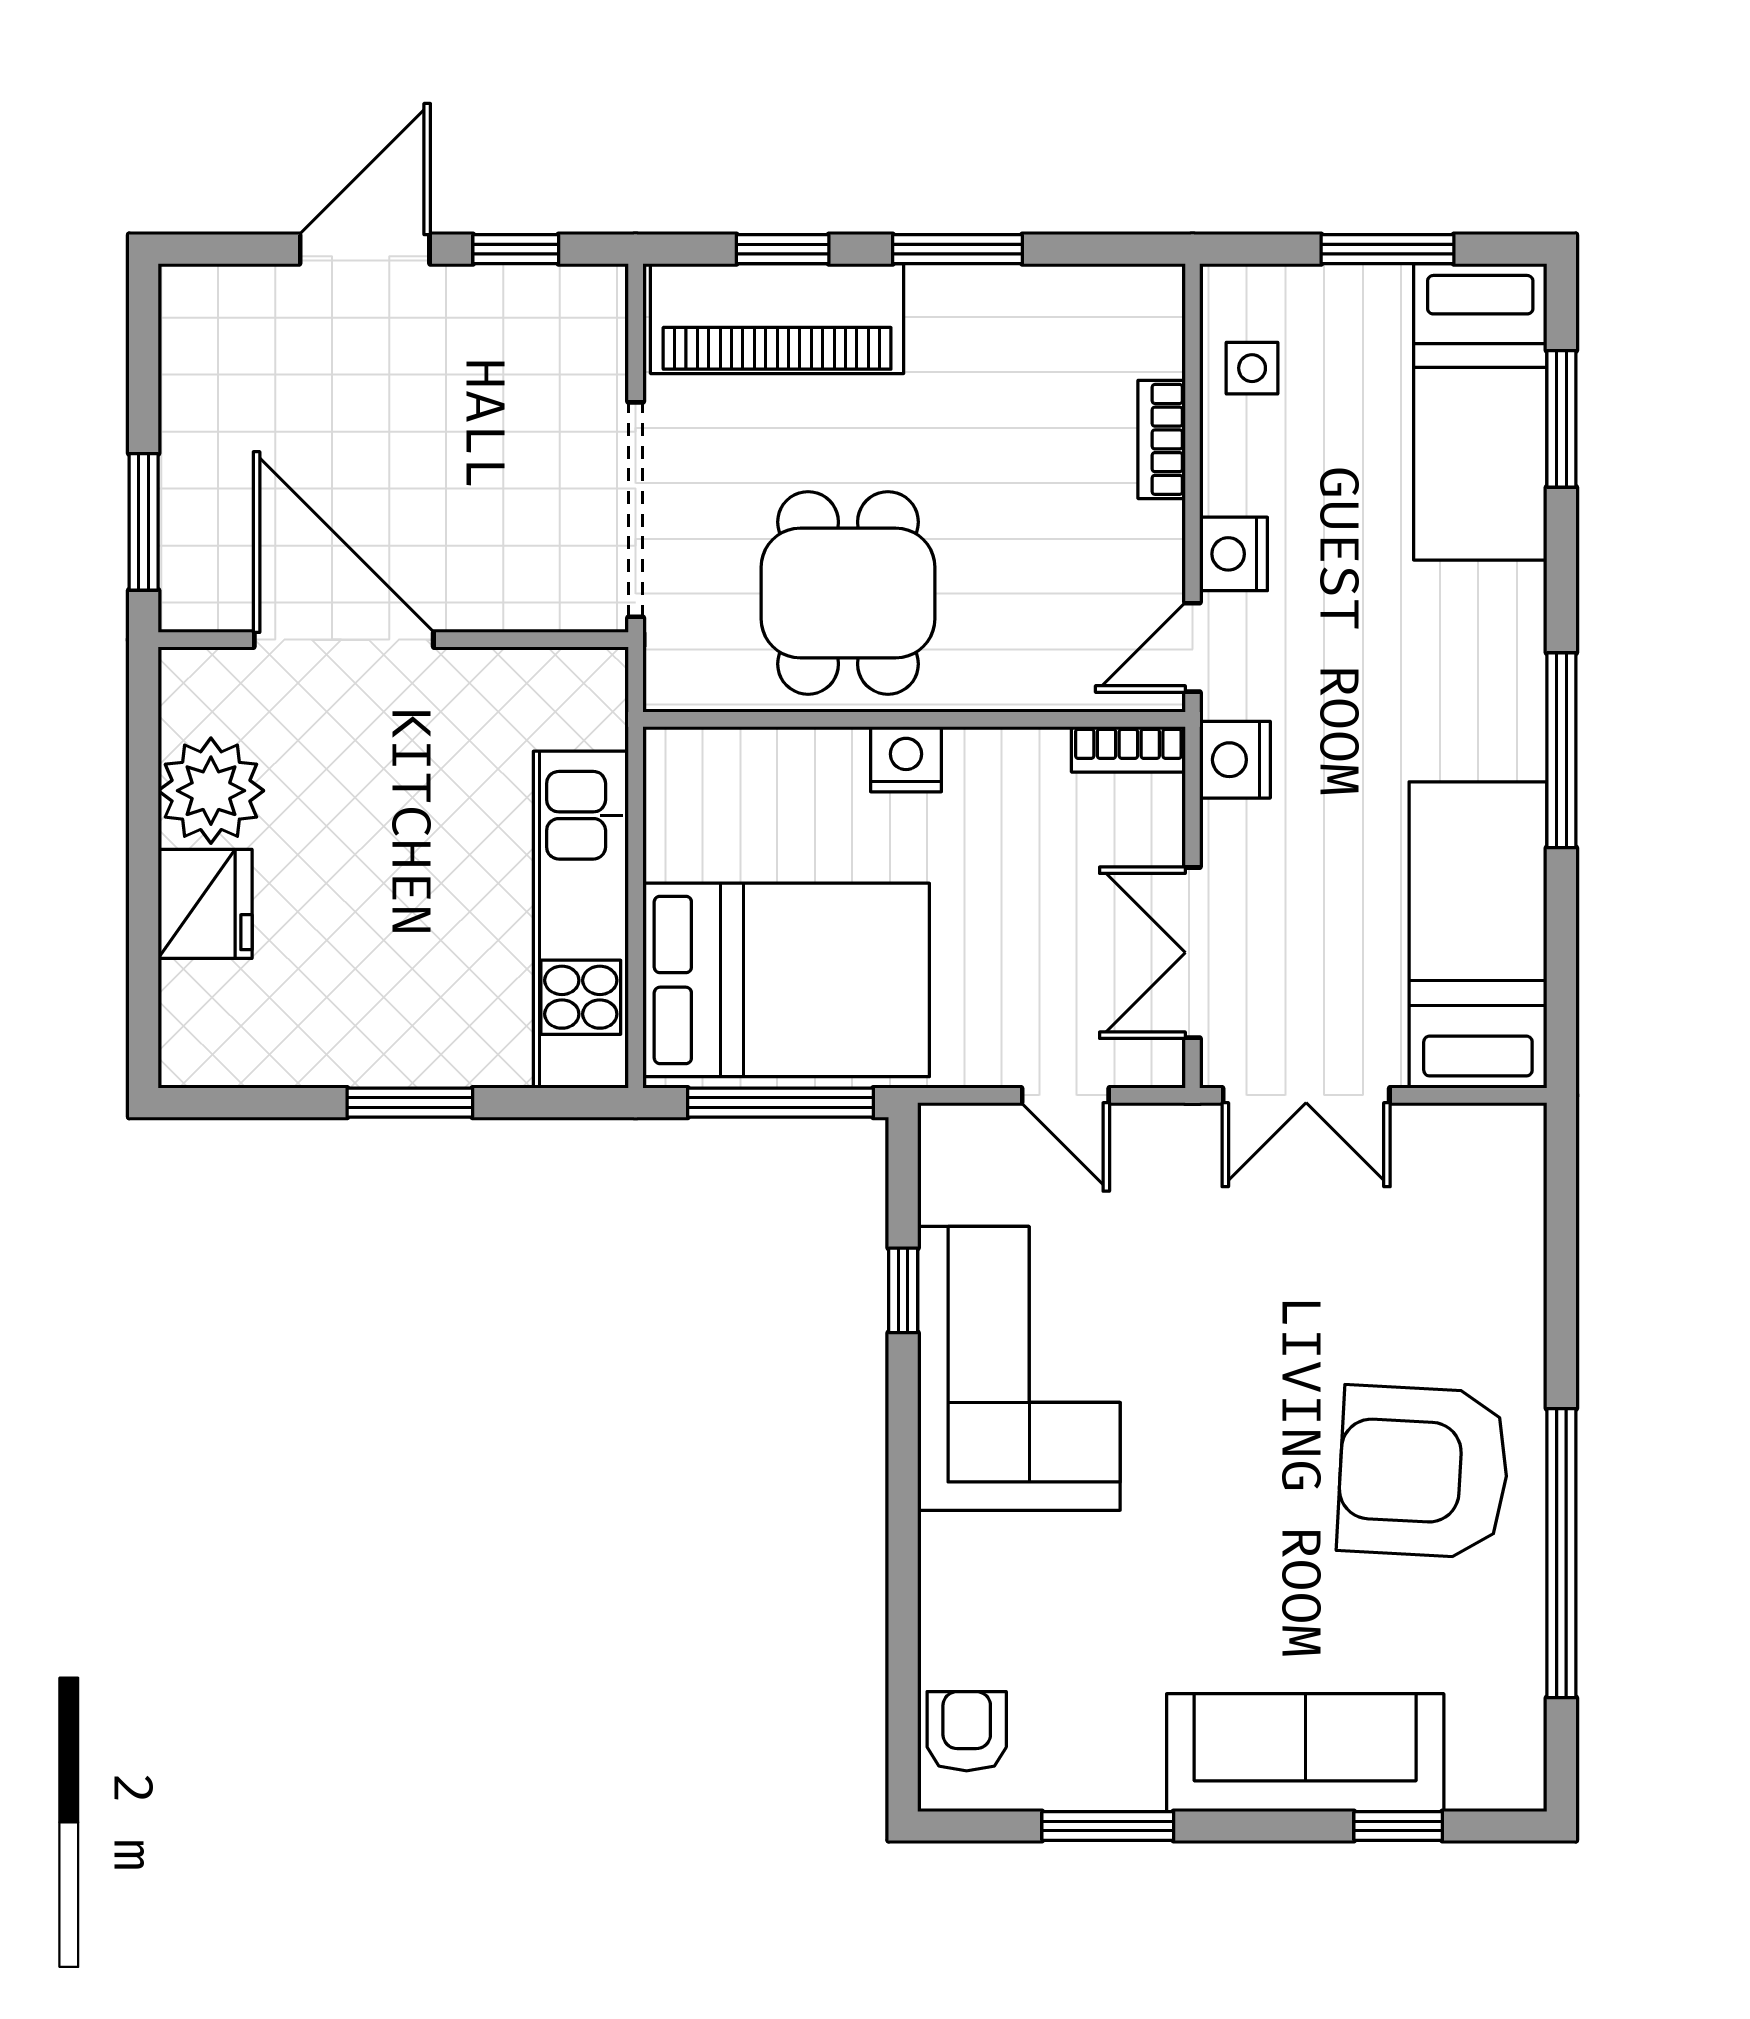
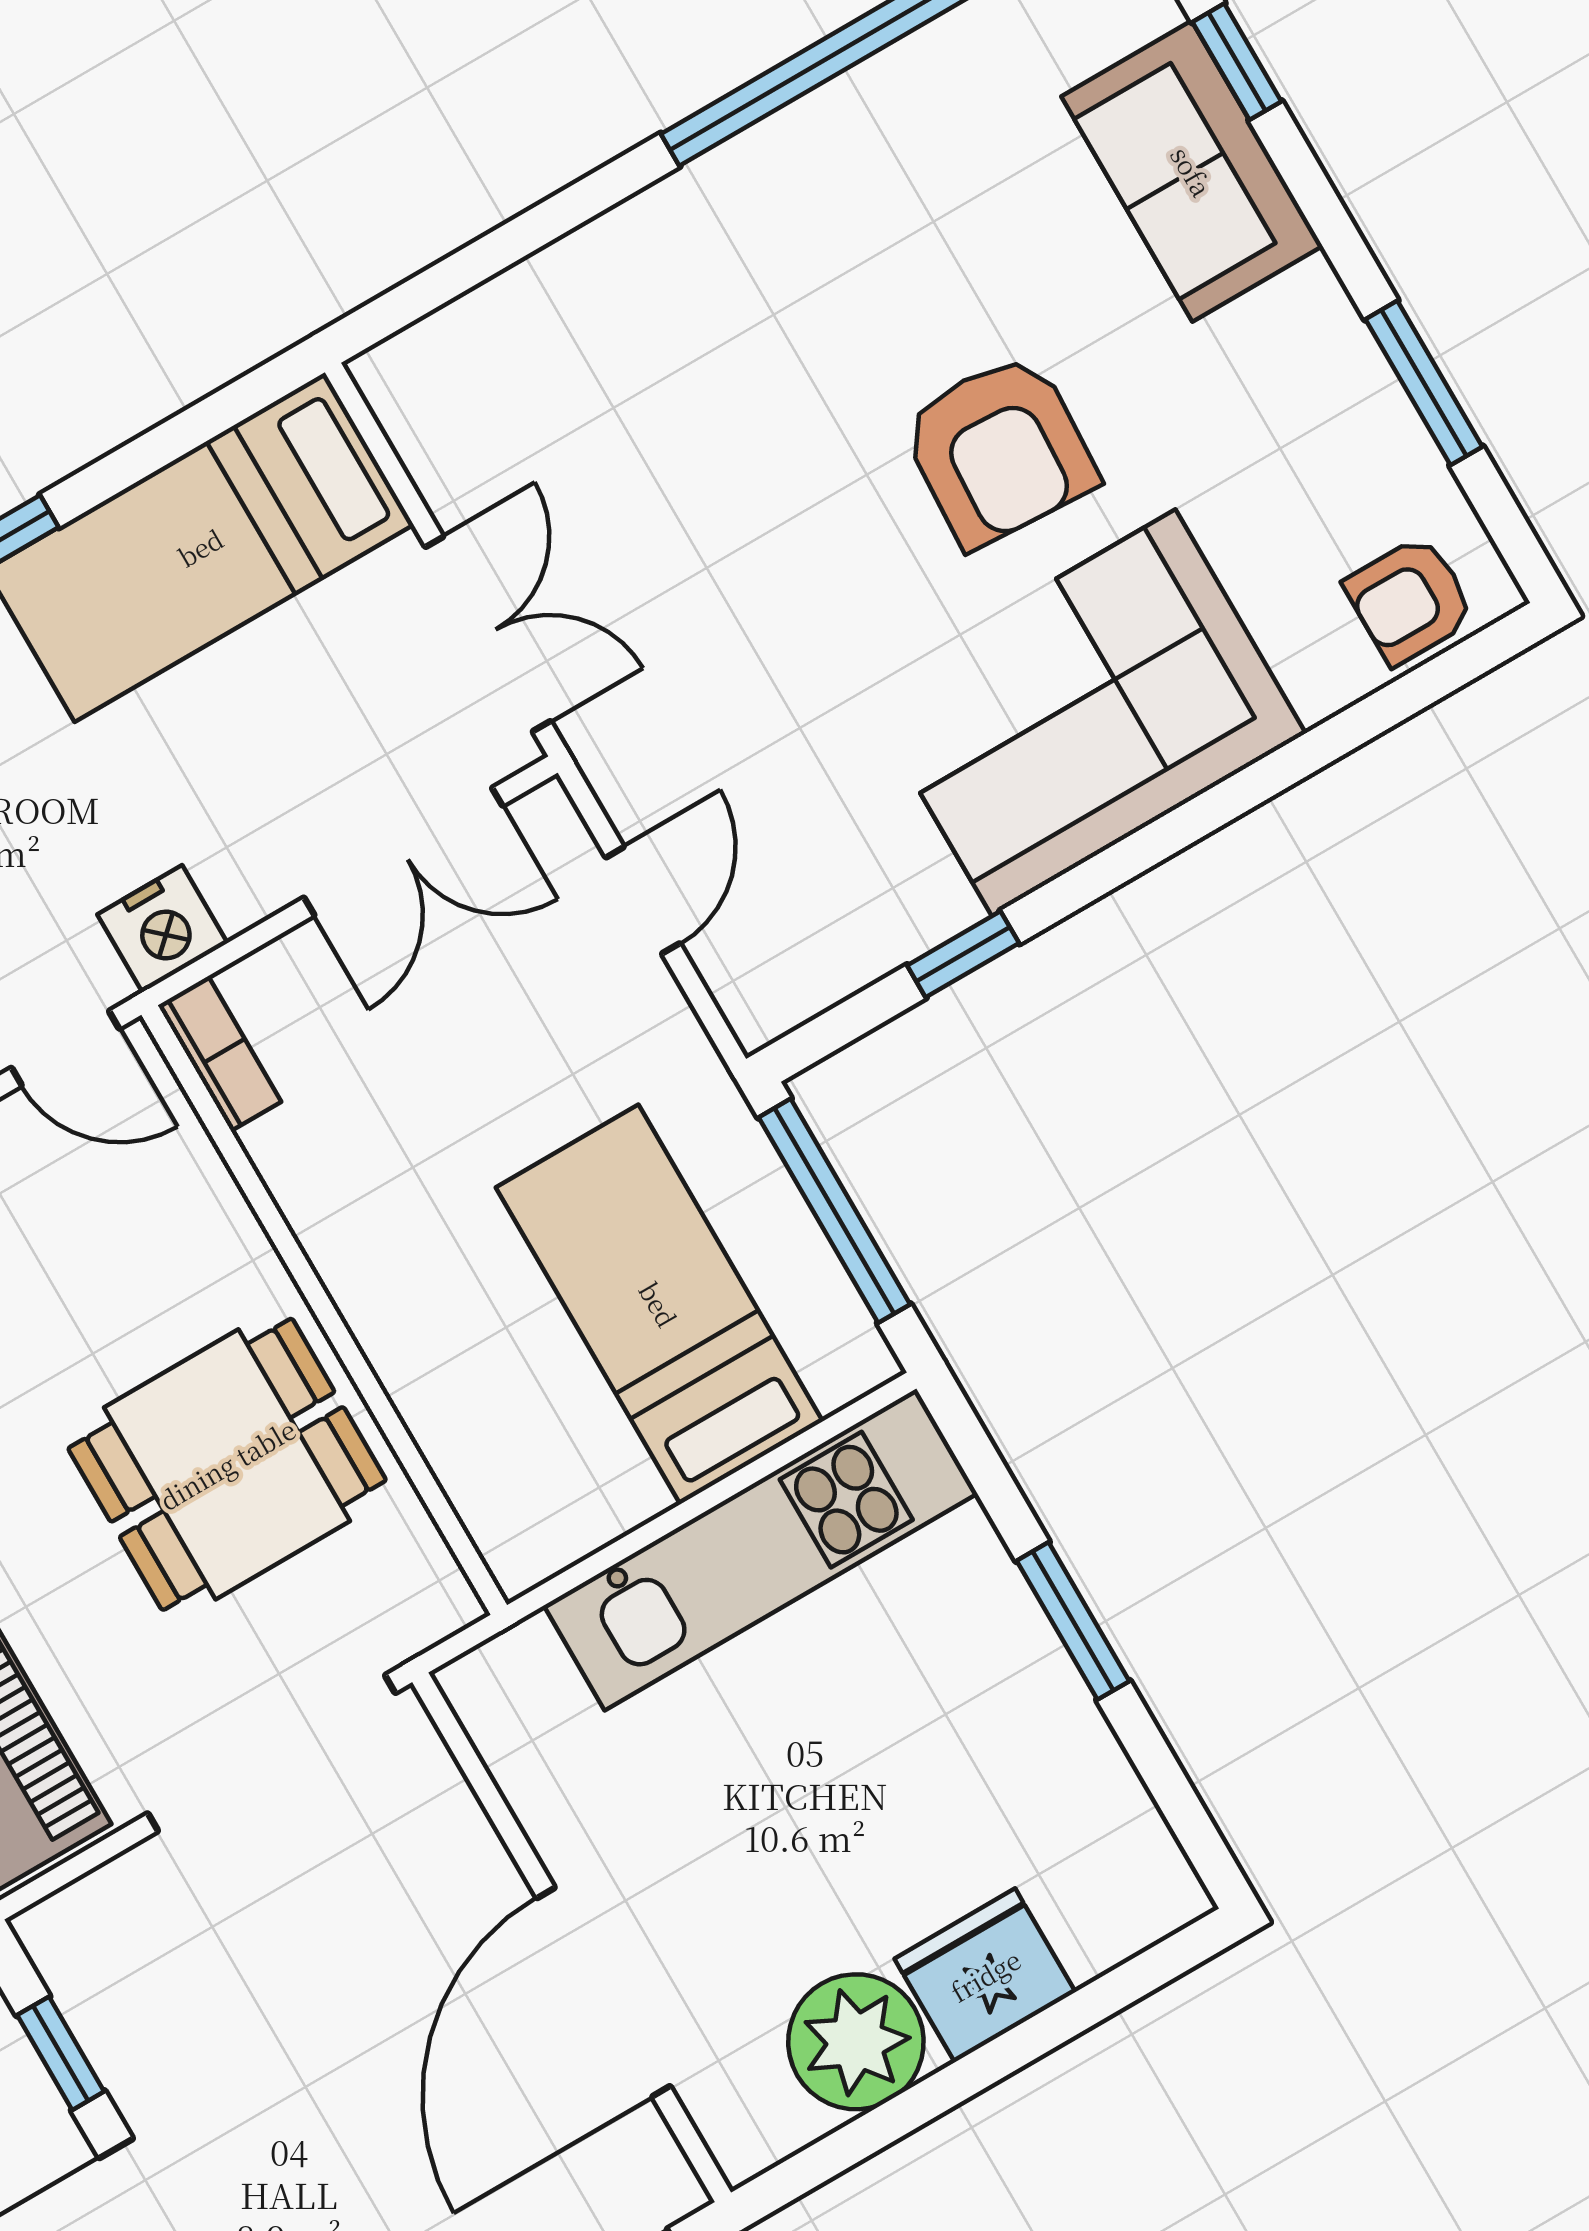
nightstand: (906, 759) -> (374, 1293), removed
bed: (786, 980) -> (659, 1304), width x0.67
corner sofa: (1019, 1368) -> (1084, 713), moved
armchair: (1423, 1472) -> (999, 450), moved, width x0.73, depth x0.73
sofa: (1305, 1753) -> (1192, 171), width x0.73

